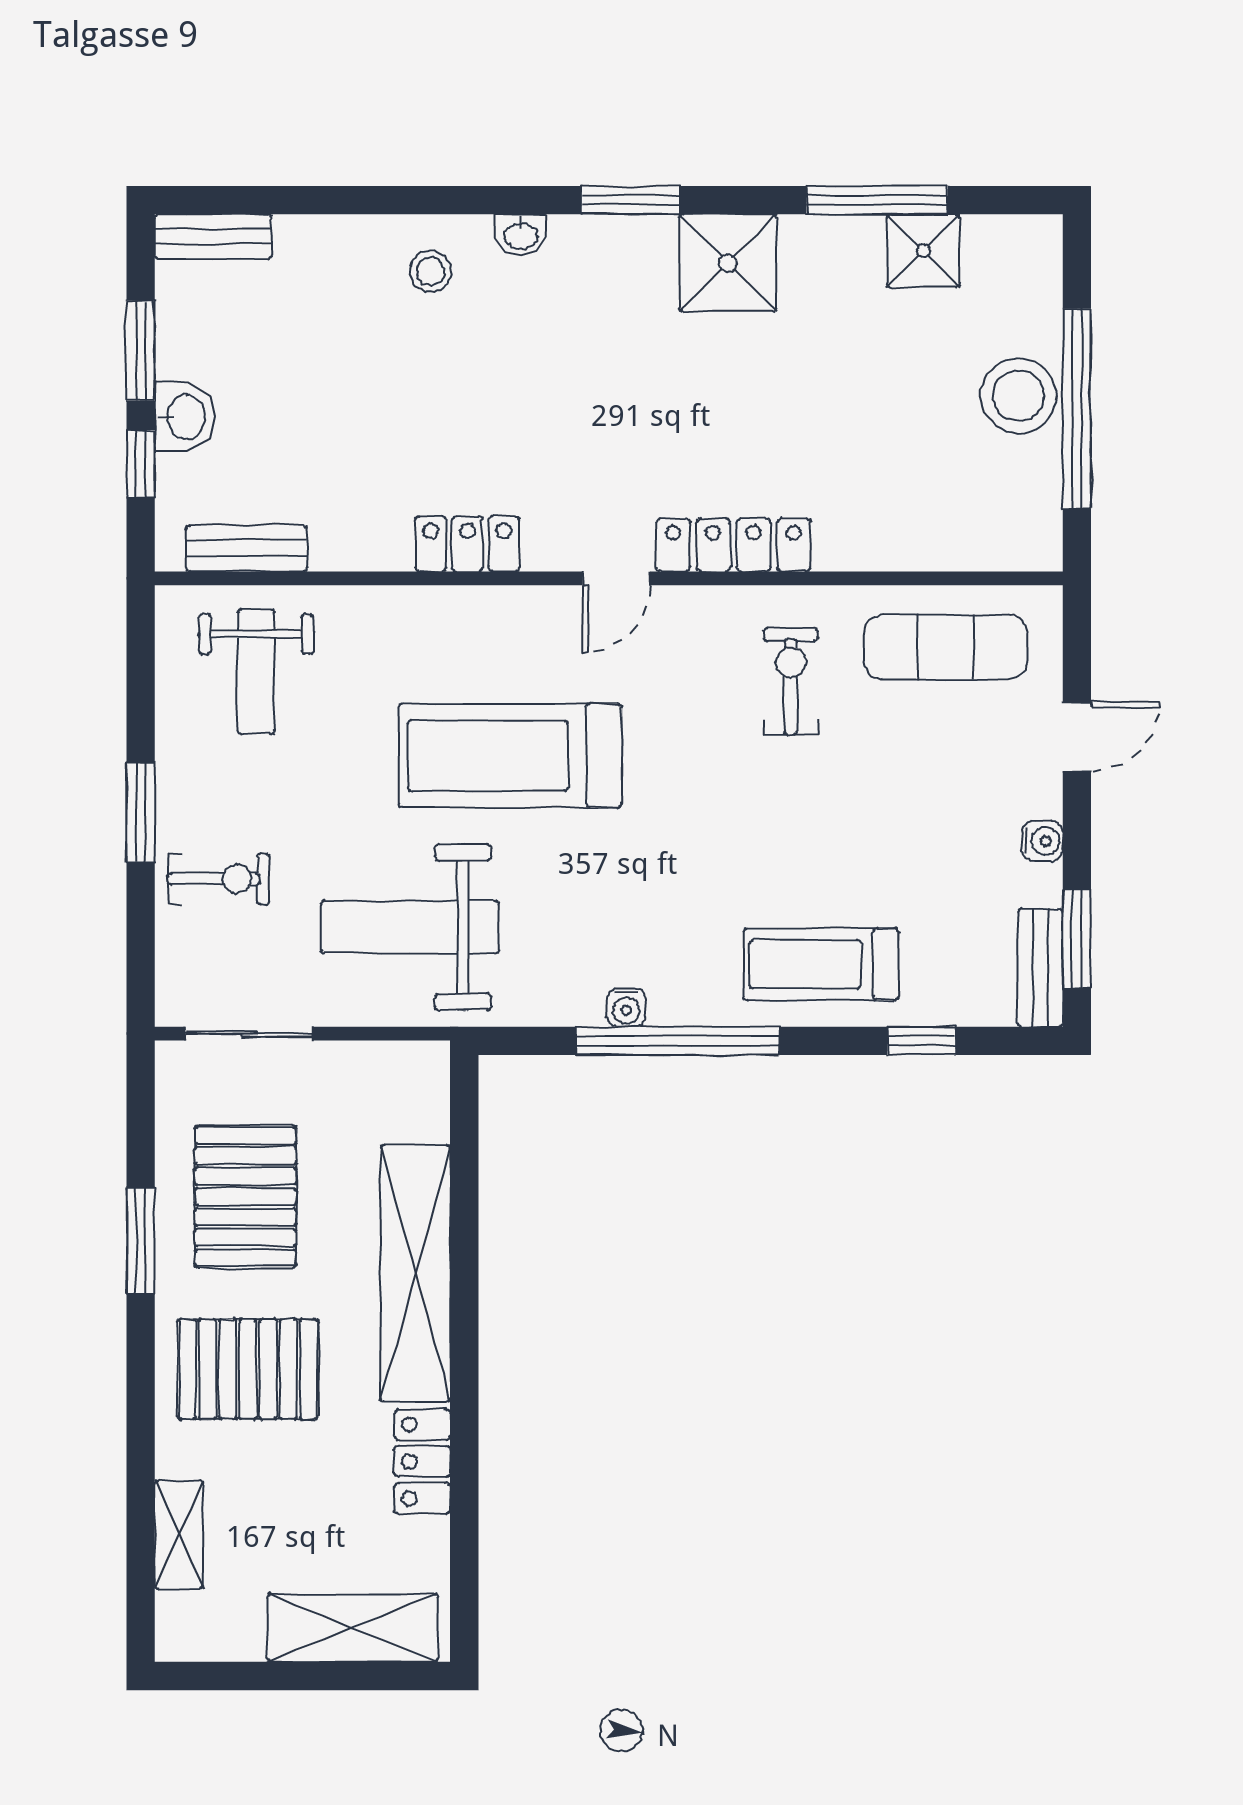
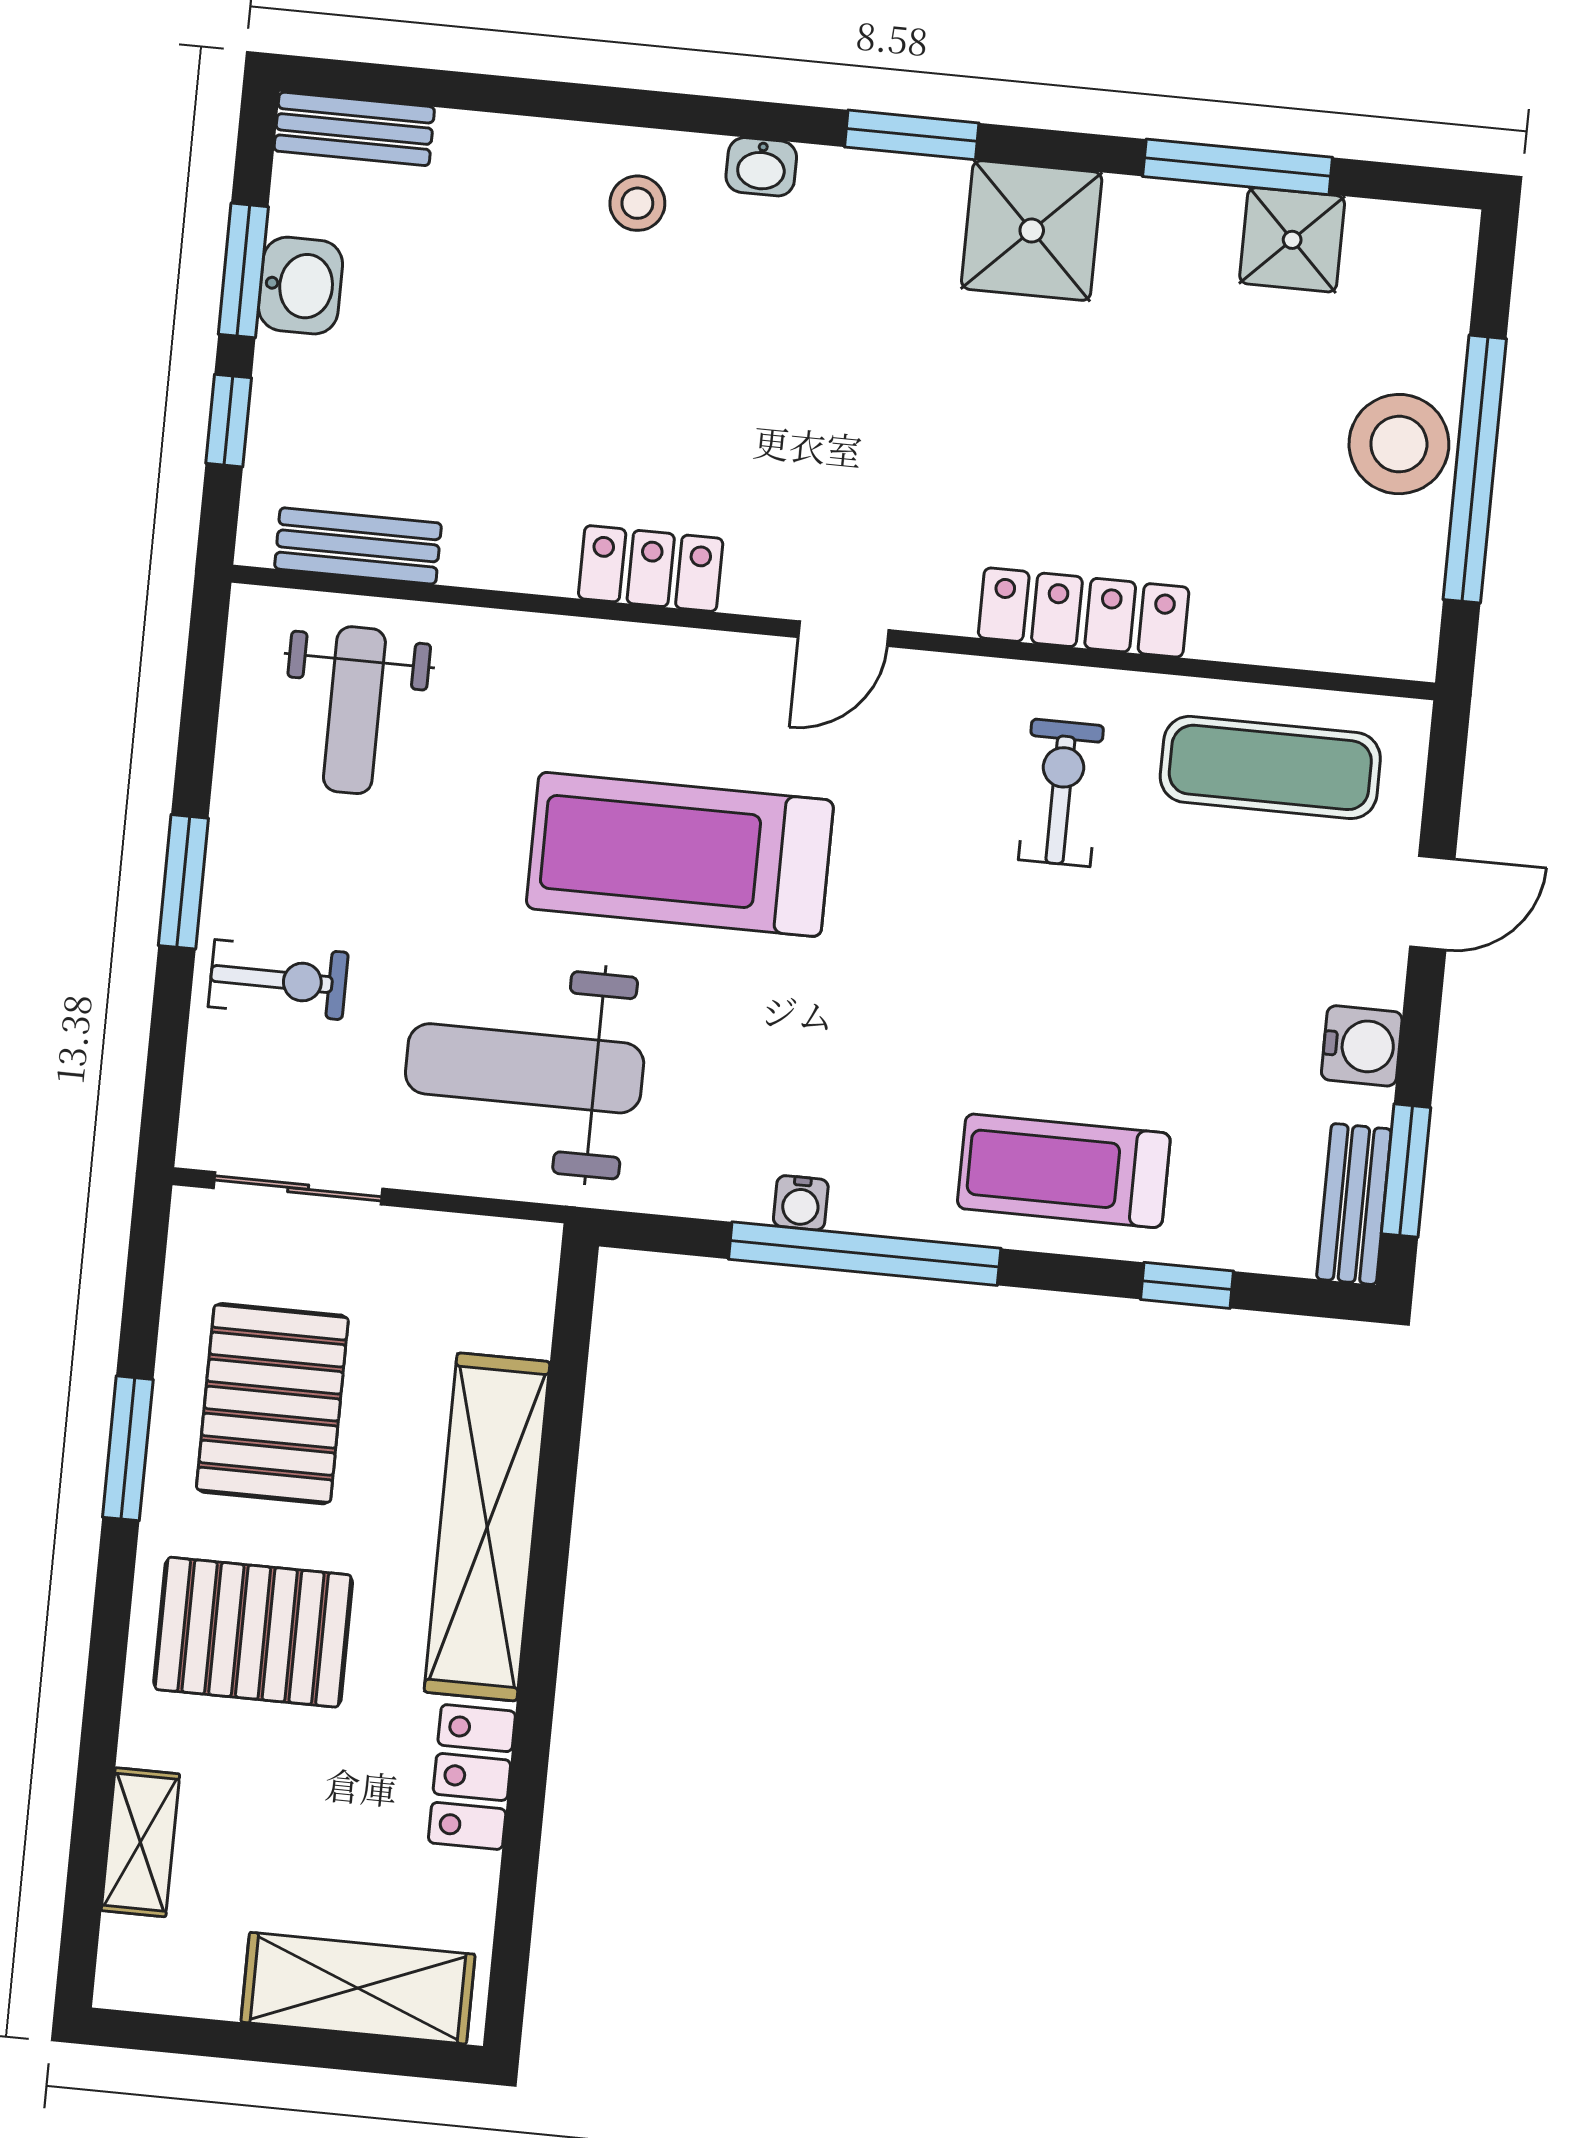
washbasin: (185, 417) -> (301, 286), moved
locker: (733, 545) -> (1084, 613), moved
water cooler: (1042, 841) -> (1362, 1046), width x1.38, depth x1.38

